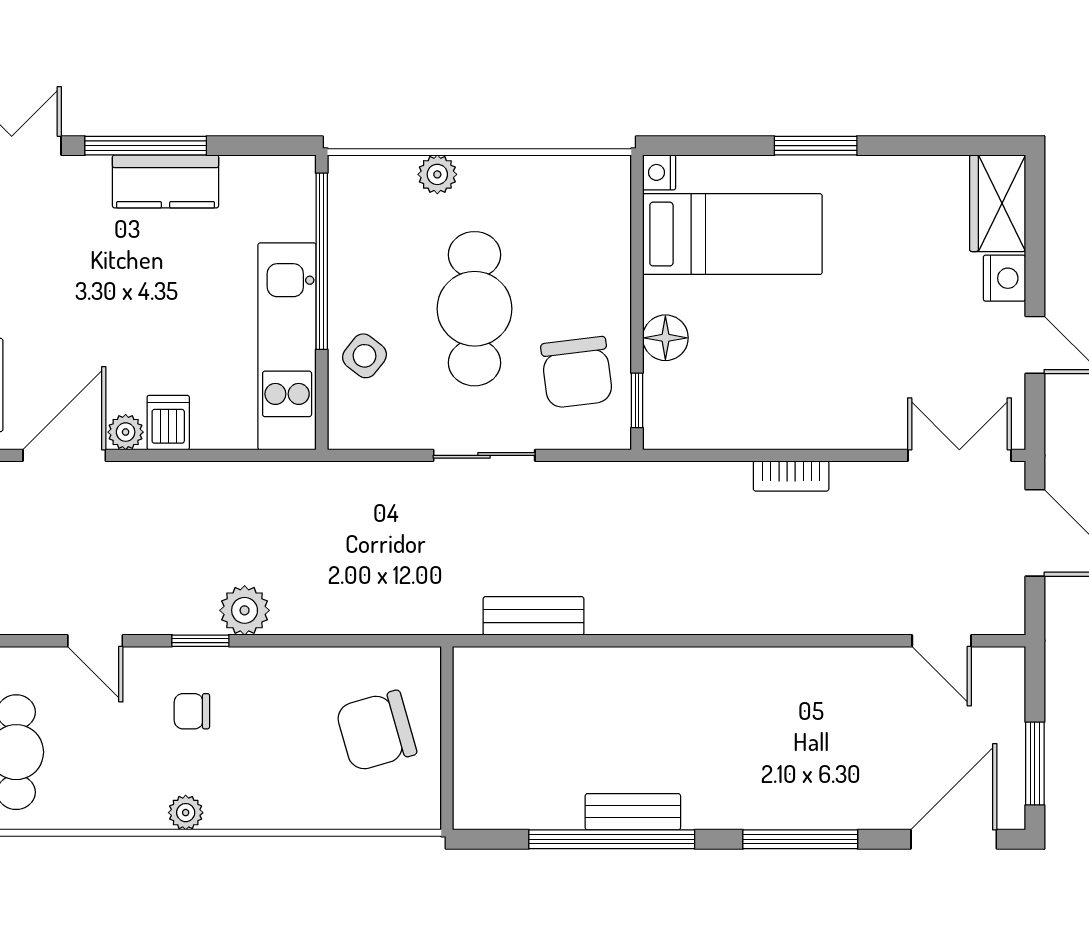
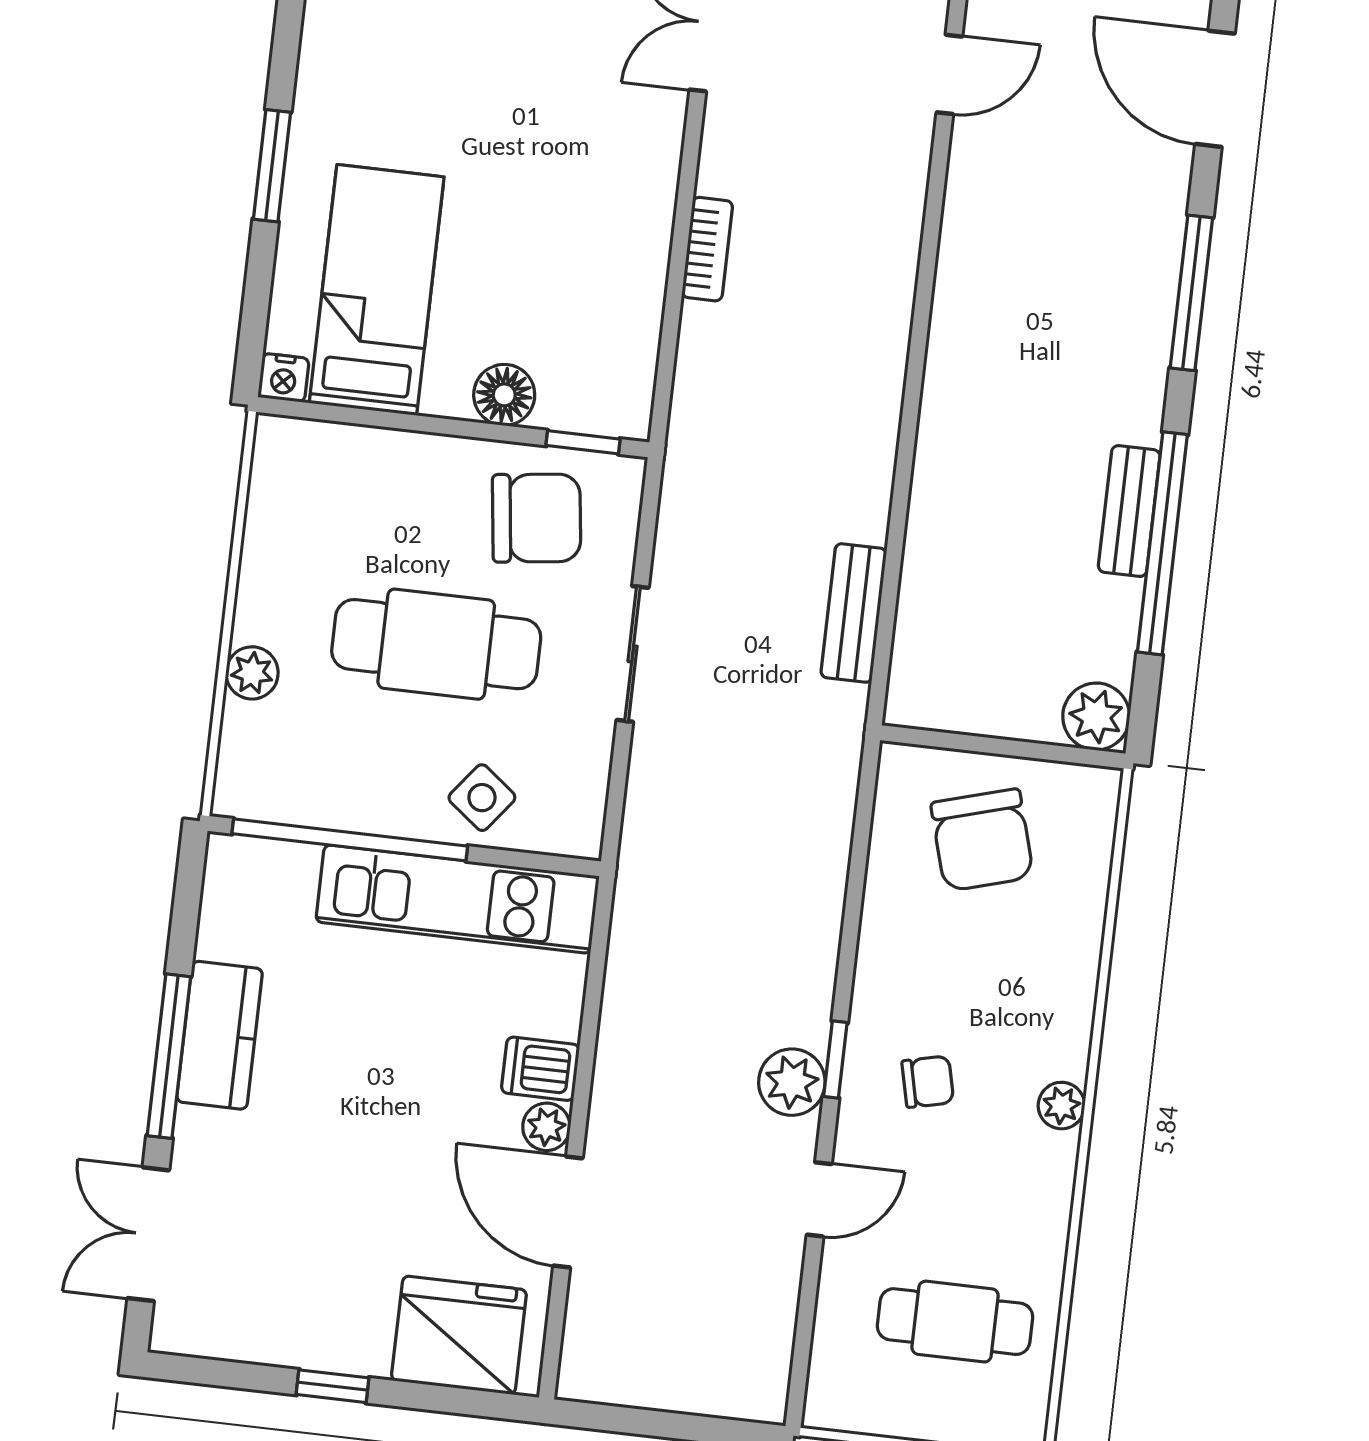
plant: (245, 610) -> (792, 1082), moved
chair: (192, 711) -> (928, 1082), turned -103
plant: (478, 805) -> (1096, 716), added

